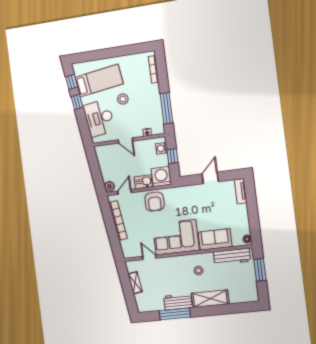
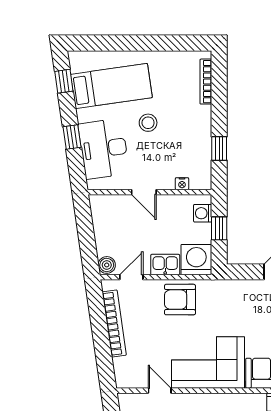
window: (77, 102) -> (72, 137), moved
window: (166, 108) -> (219, 148), width x0.46
armchair: (155, 202) -> (180, 300), turned 90

